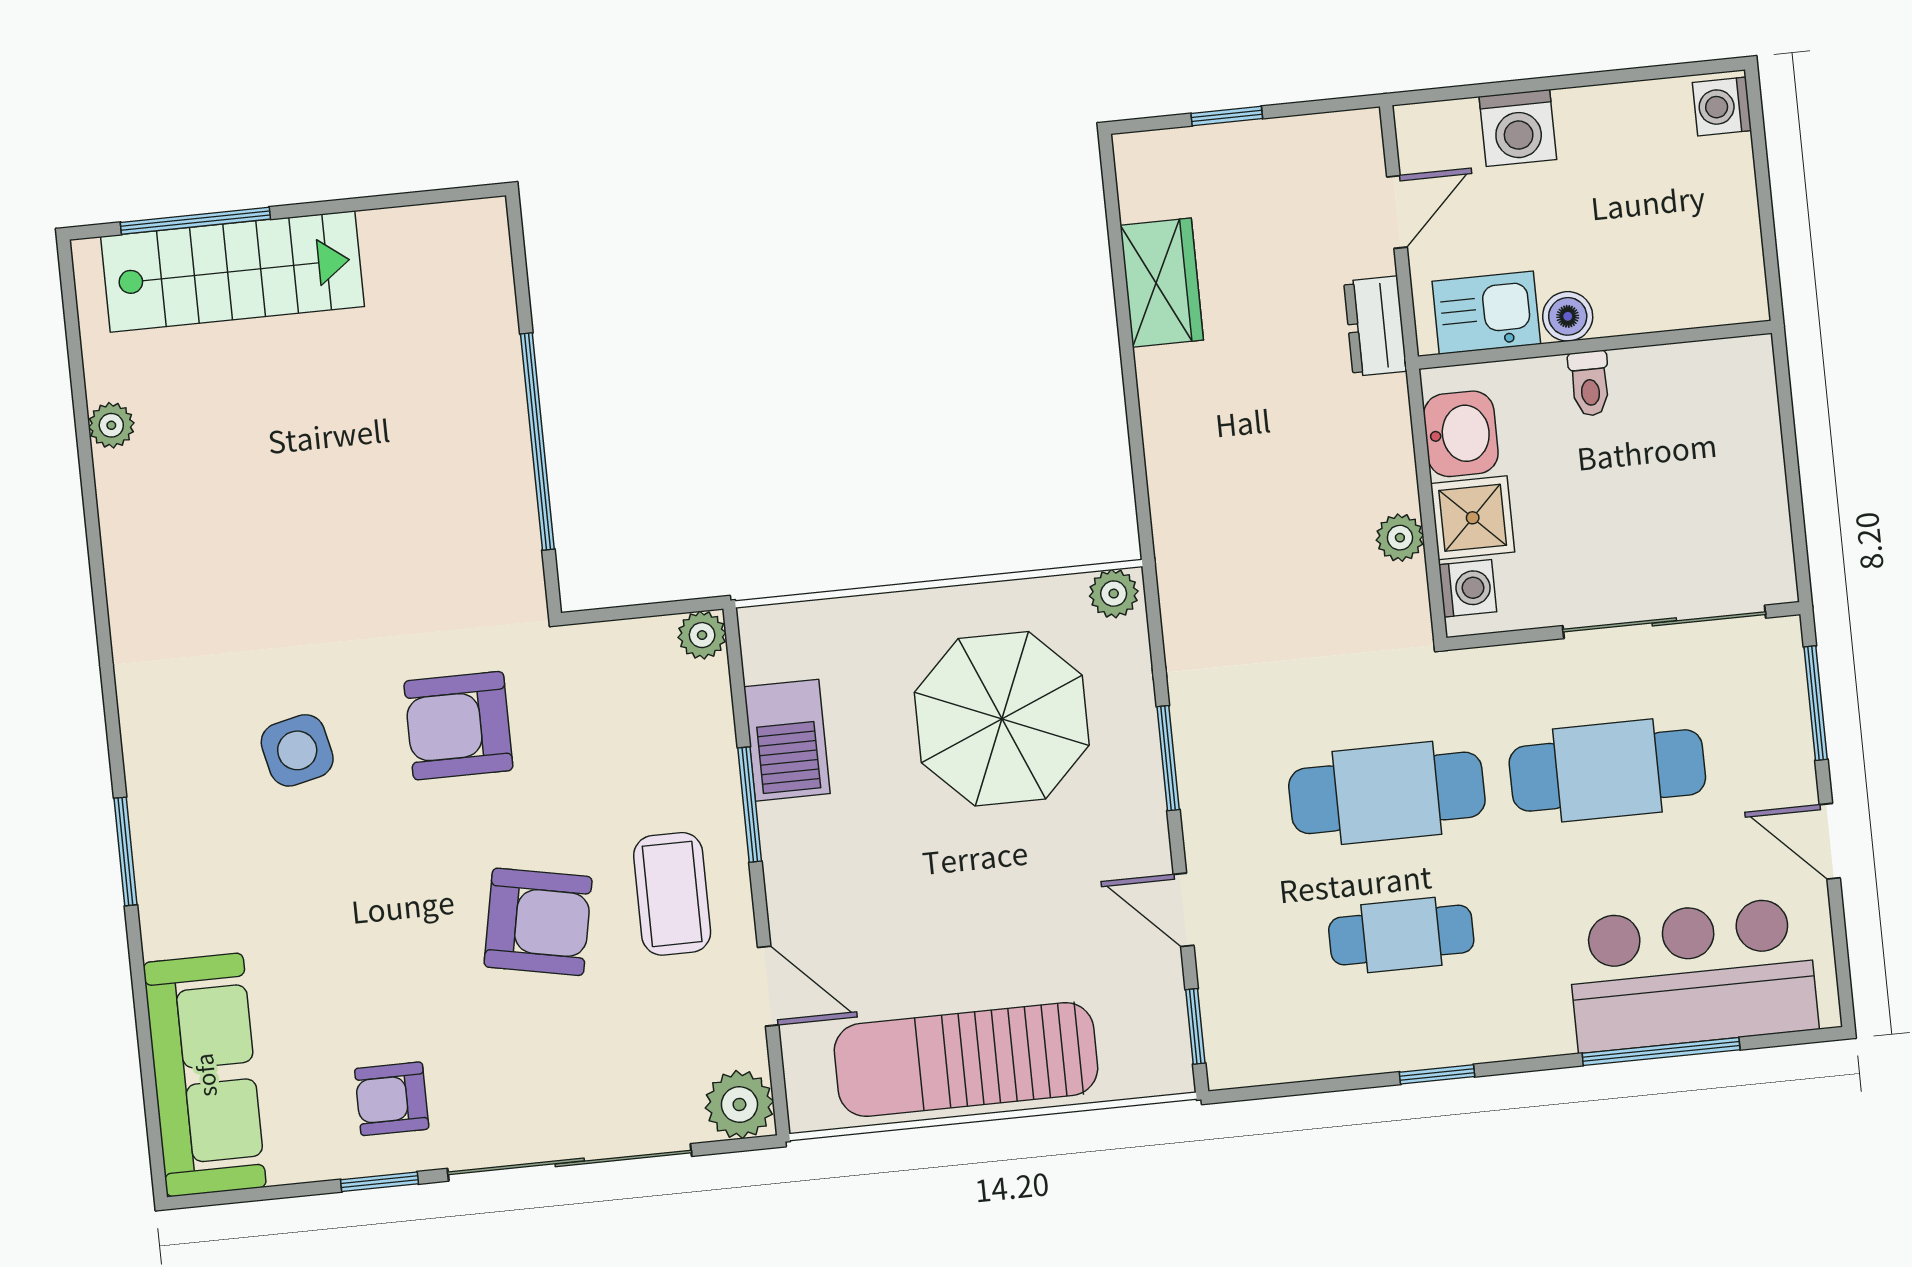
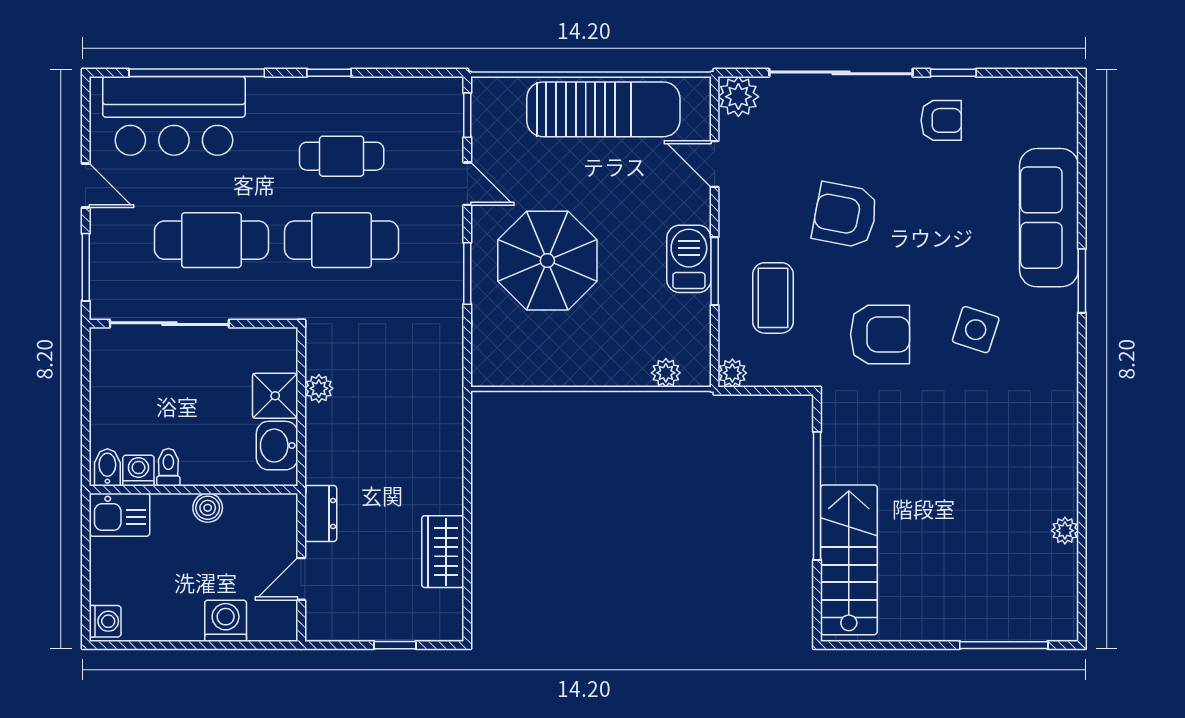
stairs: (232, 271) -> (849, 560), moved, turned 90
kitchen sink: (1486, 313) -> (120, 515), moved
bidet: (1745, 368) -> (107, 467), added
toilet: (1590, 384) -> (168, 467), moved
washing machine: (1468, 588) -> (138, 471), moved, turned 90
plant: (1114, 594) -> (666, 373), moved
parasol: (1002, 719) -> (547, 261), moved
barbecue: (787, 740) -> (689, 259), moved
side table: (297, 750) -> (976, 330), turned 31
coffee table: (672, 894) -> (773, 298), moved
window: (1661, 1052) -> (197, 73), width x1.46
sofa: (205, 1075) -> (1049, 218), moved

